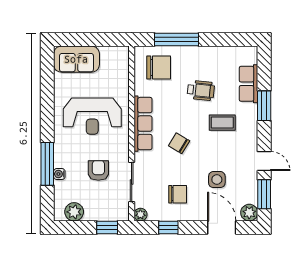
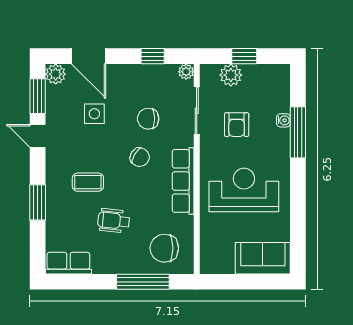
row of seats: (249, 84) -> (68, 263), moved, turned -90
chair: (178, 194) -> (148, 119), moved
plant: (74, 212) -> (231, 75), moved
window: (107, 227) -> (244, 56), moved

